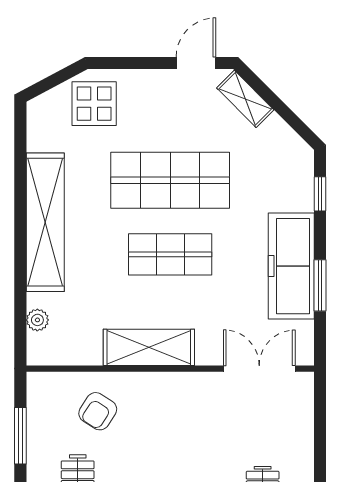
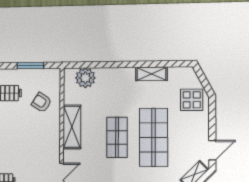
door: (196, 63) -> (212, 150), hinge flipped
shelving: (45, 222) -> (151, 74), width x0.45, depth x0.75
plant: (37, 320) -> (85, 78), width x1.87, depth x1.87

